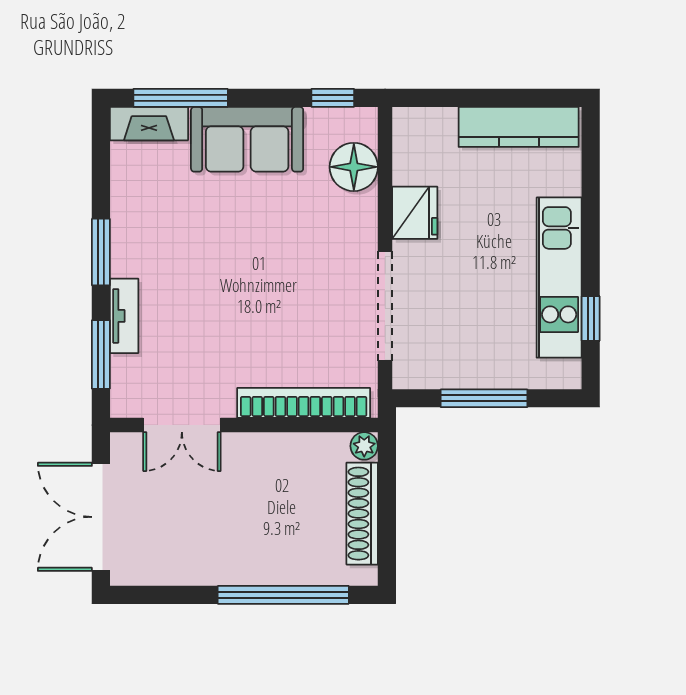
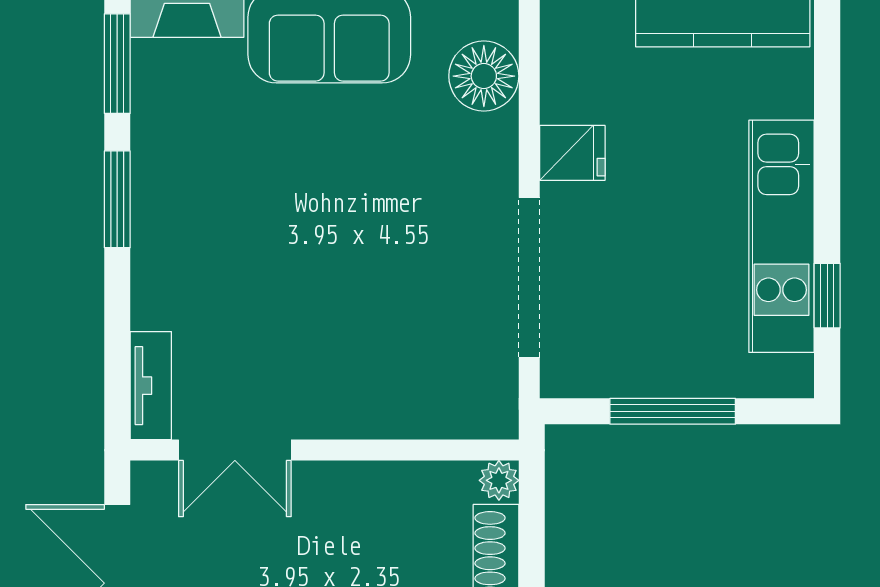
fridge: (415, 213) -> (572, 153), width x0.72
tv unit: (124, 316) -> (151, 386), moved
window: (101, 354) -> (117, 64), moved
bookcase: (304, 403) -> (411, 418), removed

